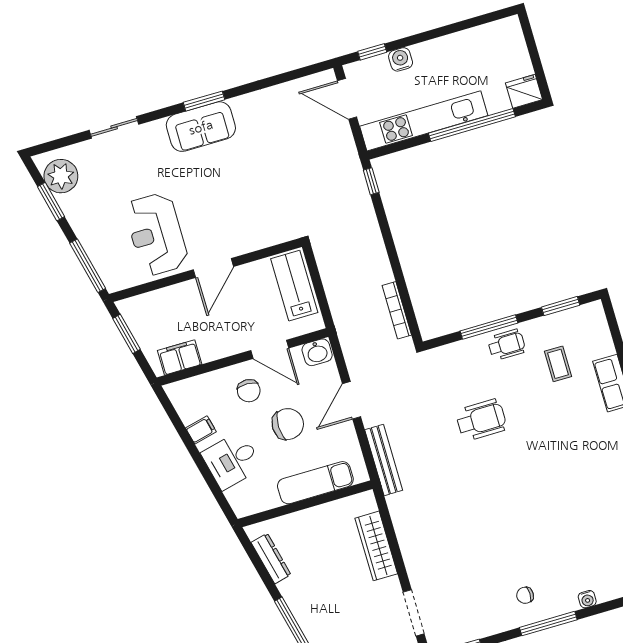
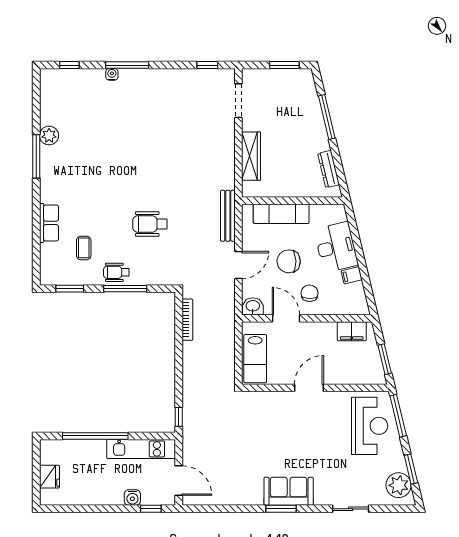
fridge: (524, 91) -> (49, 477), moved, turned -90
kitchen unit: (424, 121) -> (141, 449), width x0.73
reception desk: (156, 234) -> (370, 426), moved
desk: (232, 460) -> (336, 247), width x1.37
chair: (525, 595) -> (155, 90), removed
window: (548, 624) -> (127, 65), moved

